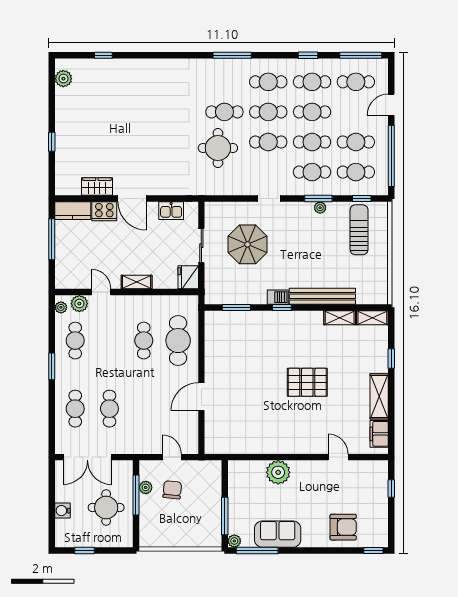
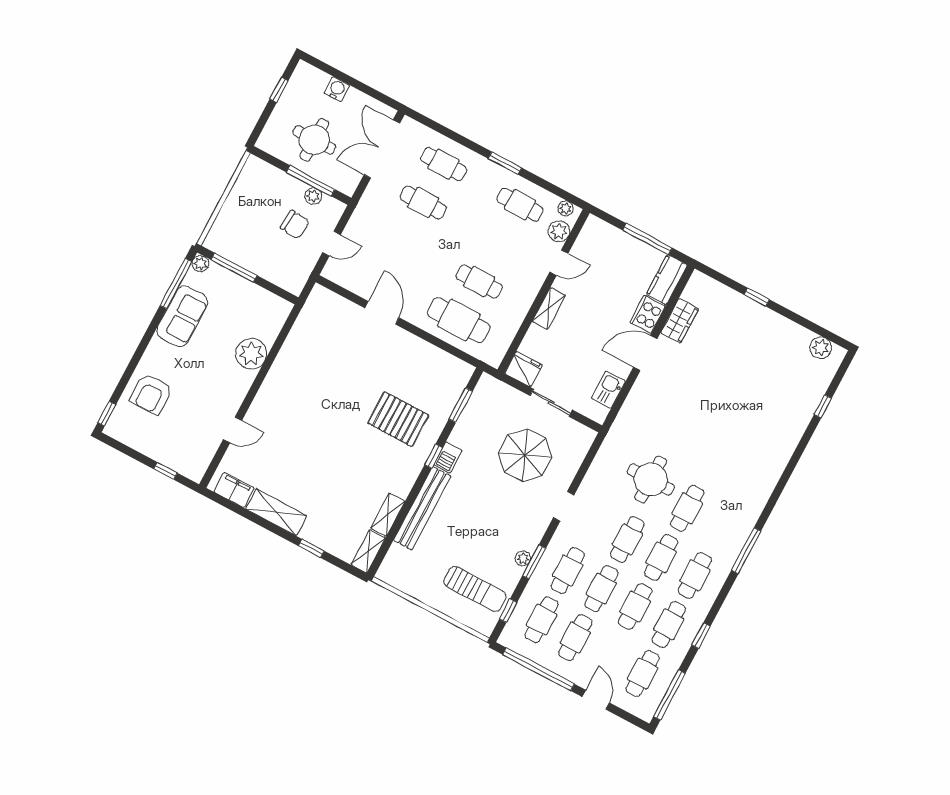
pallet: (307, 382) -> (398, 419), moved, turned 90

